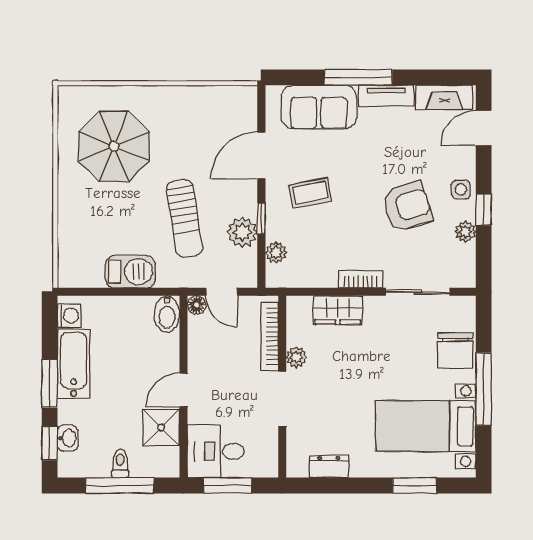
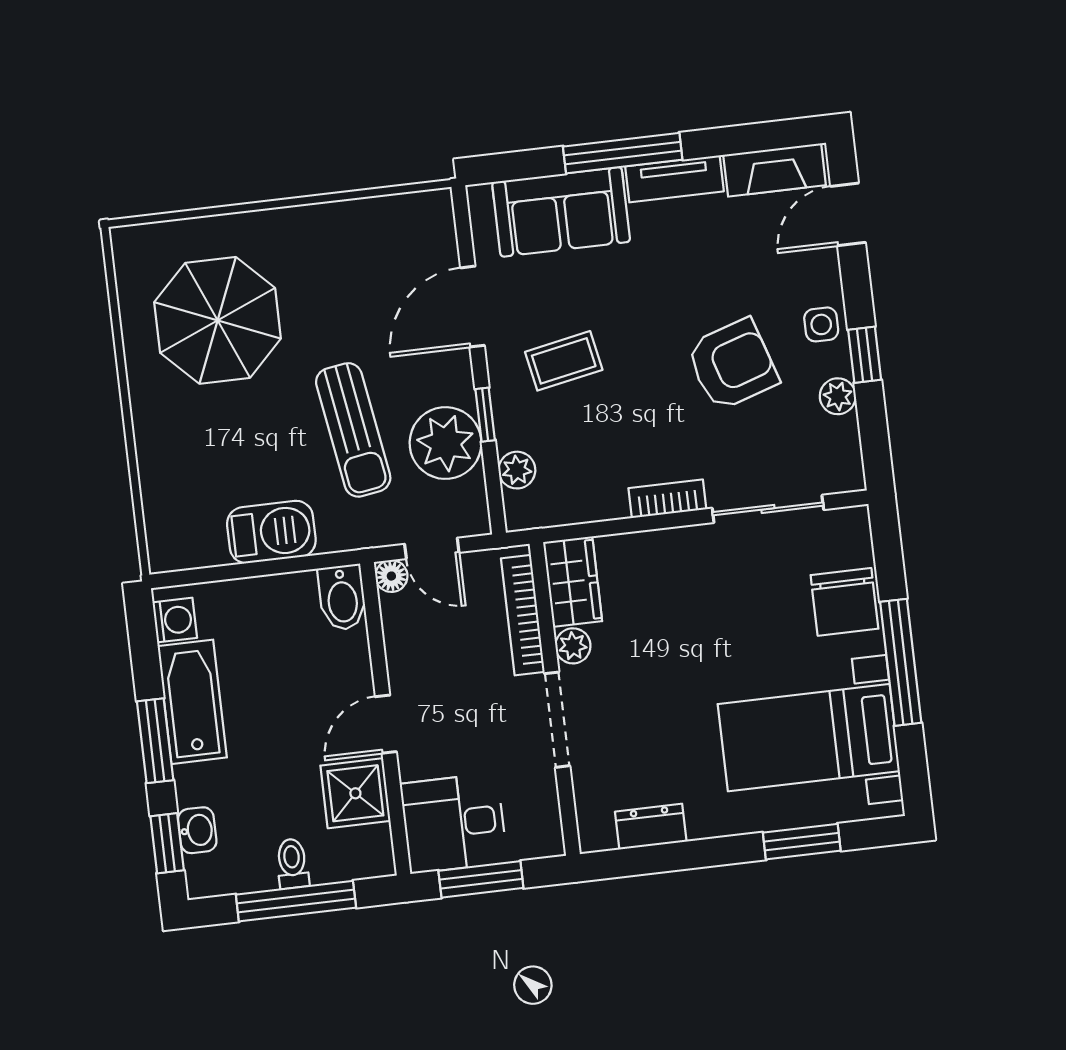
plant: (242, 232) -> (446, 443), width x1.36, depth x1.36
wardrobe: (338, 310) -> (573, 582), moved, turned -90

